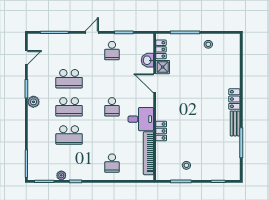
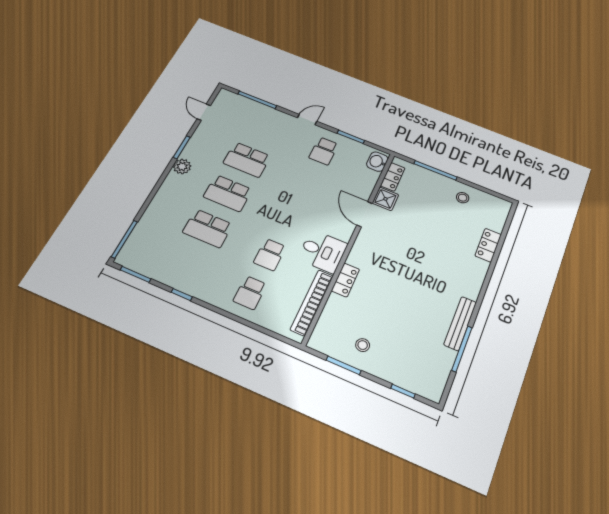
door: (26, 57) -> (204, 112), swing flipped
washbasin: (147, 60) -> (377, 162), moved
locker: (234, 99) -> (488, 245), moved
school desk: (112, 107) -> (270, 255), moved
bench: (235, 123) -> (460, 323), width x1.36
plant: (61, 175) -> (165, 277), removed

